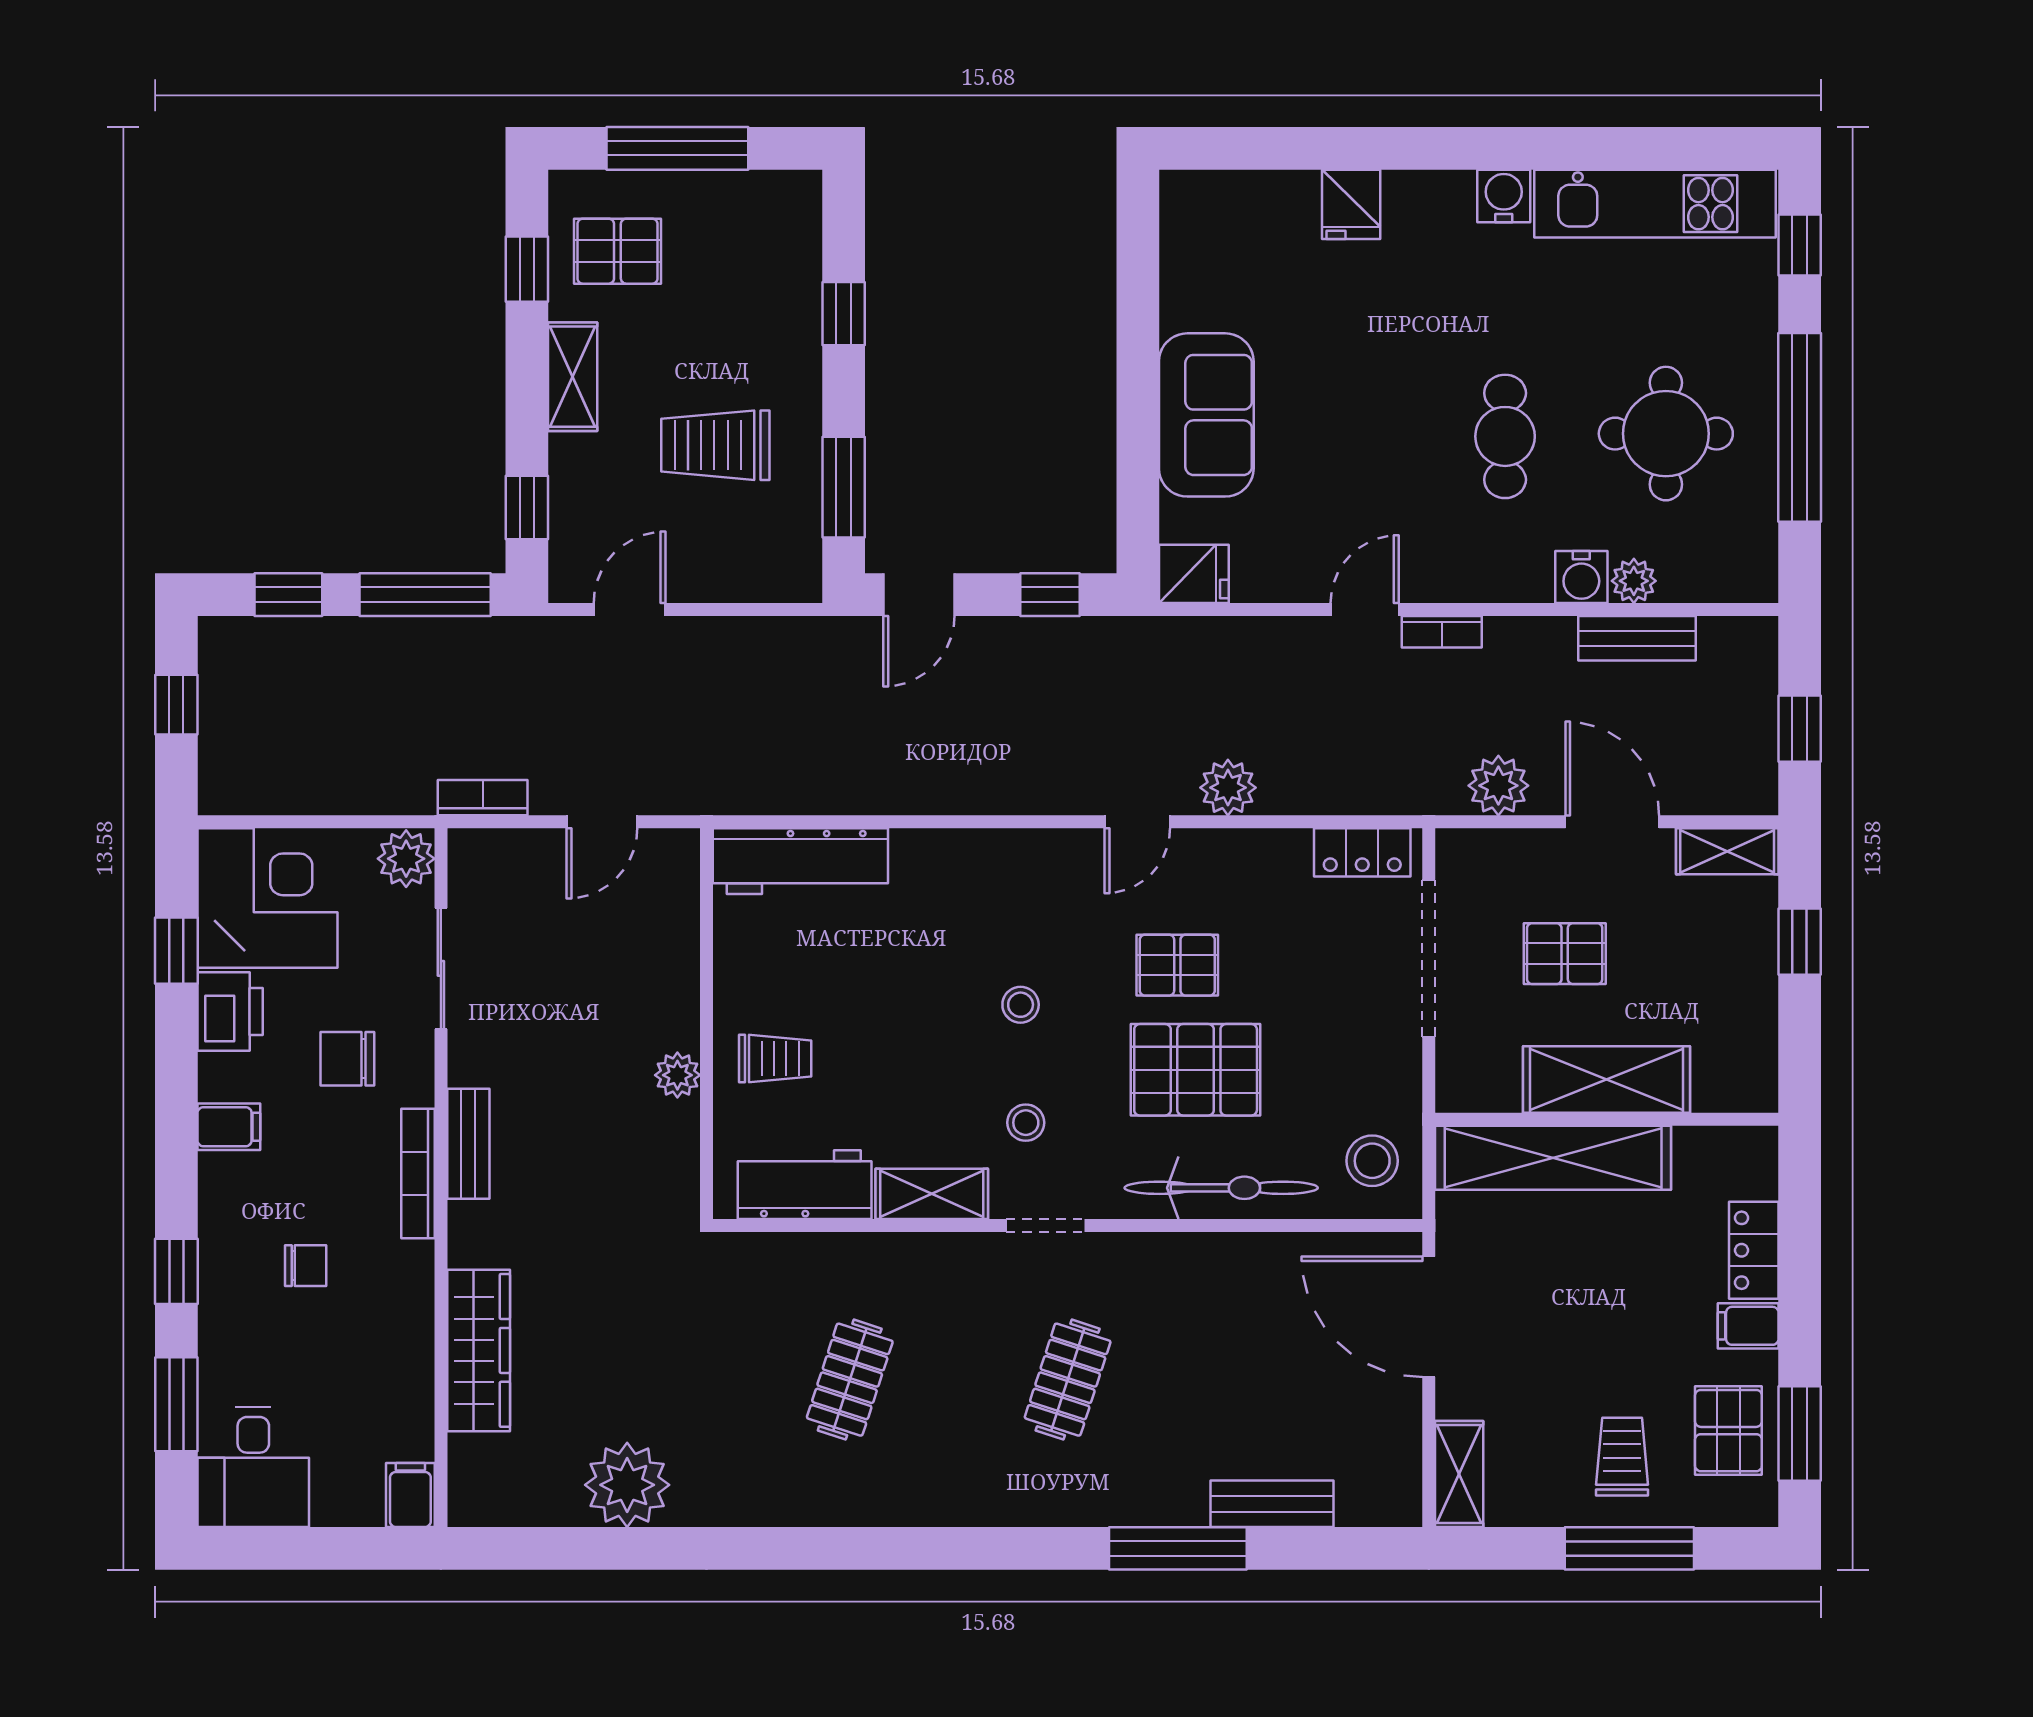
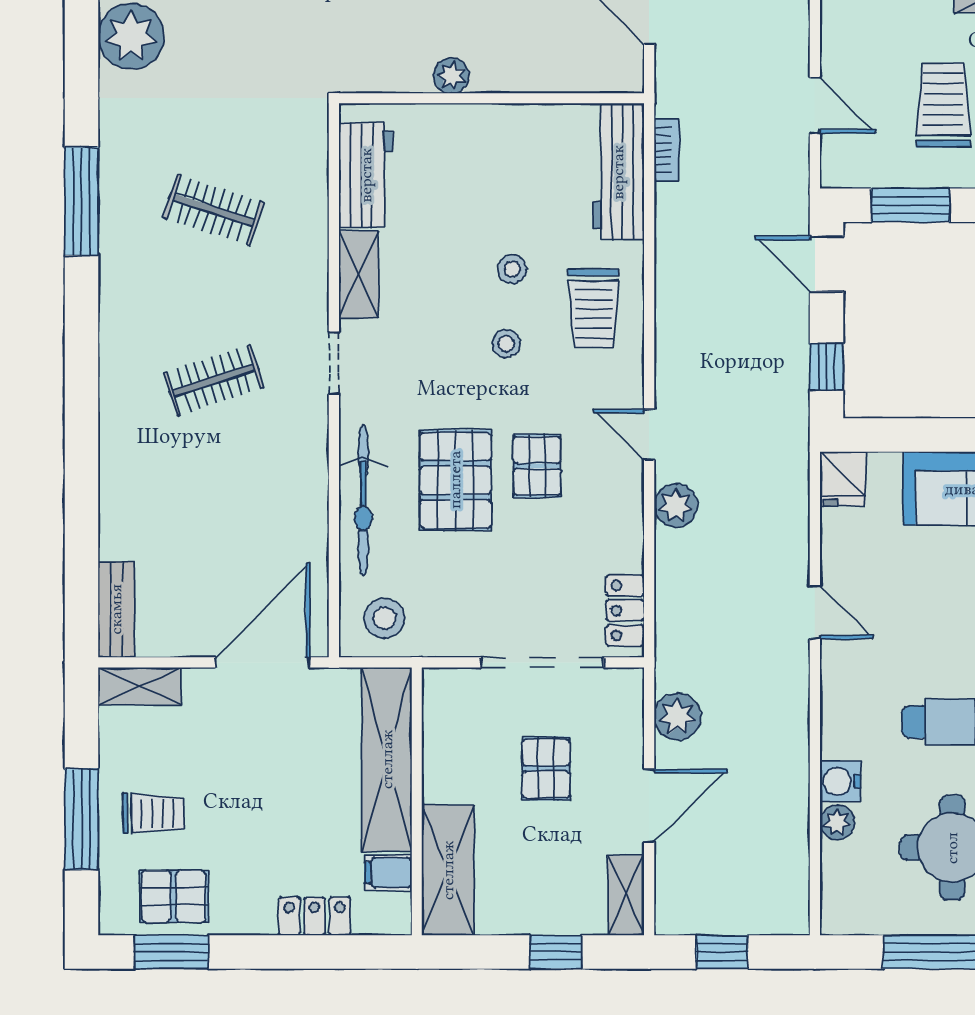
door: (630, 609) -> (815, 105), moved
bookcase: (1442, 632) -> (666, 150), moved, turned 180
bench: (1637, 638) -> (793, 825), removed
trolley: (775, 1058) -> (594, 309), moved, width x1.36, depth x1.39
shelving: (1606, 1080) -> (448, 870), moved
stool: (1026, 1123) -> (512, 269), moved
filing cabinet: (1748, 1326) -> (388, 873), moved, turned -90
clothes rail: (1068, 1380) -> (213, 380), turned -36
bench: (1272, 1504) -> (116, 609), moved
window: (1178, 1548) -> (82, 201), moved

